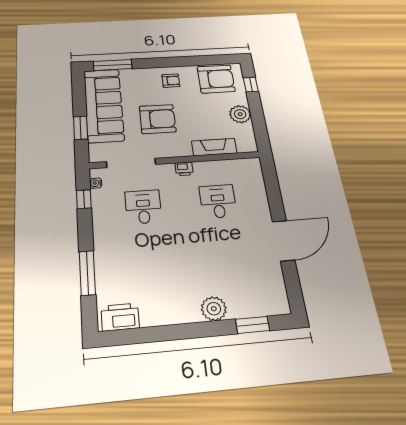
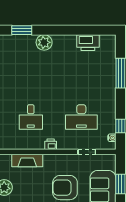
doorway: (131, 163) -> (87, 152), width x0.53
desk: (143, 207) -> (81, 117), width x1.37
printer: (120, 317) -> (88, 43), moved

